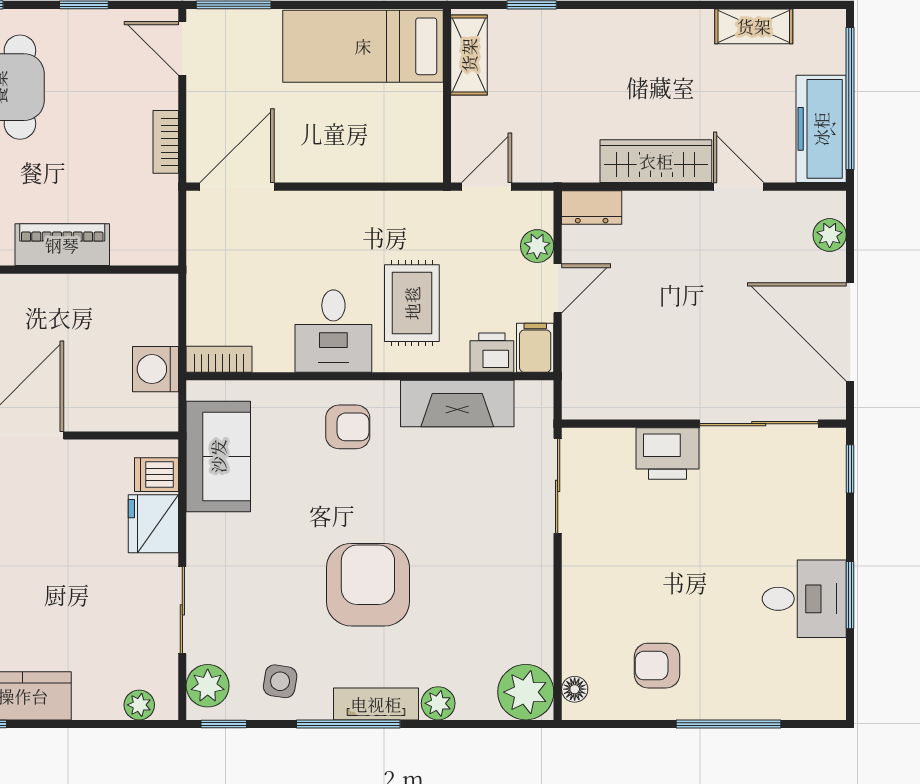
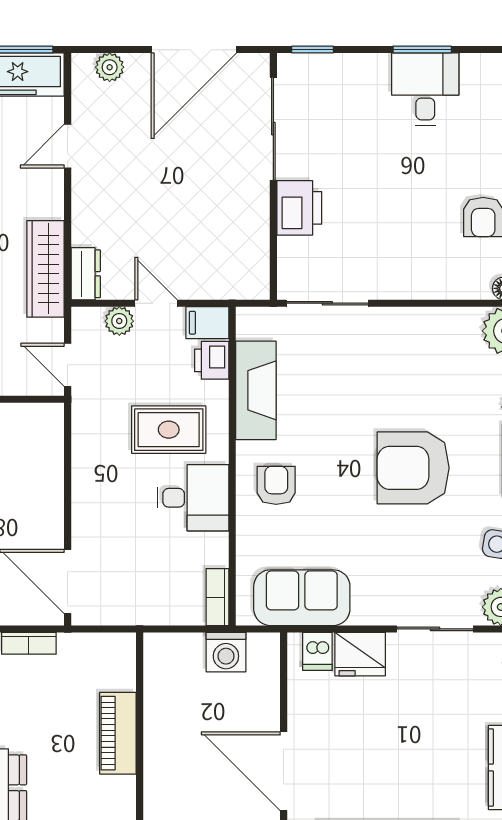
wardrobe: (656, 161) -> (46, 269), moved

